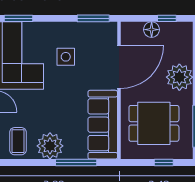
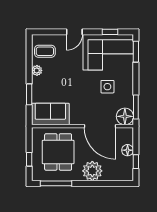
floor lamp: (106, 33) -> (125, 116), added
sofa: (103, 125) -> (50, 114), width x0.73
plant: (50, 146) -> (37, 70), width x0.53, depth x0.53
window: (76, 163) -> (29, 94), width x0.69

